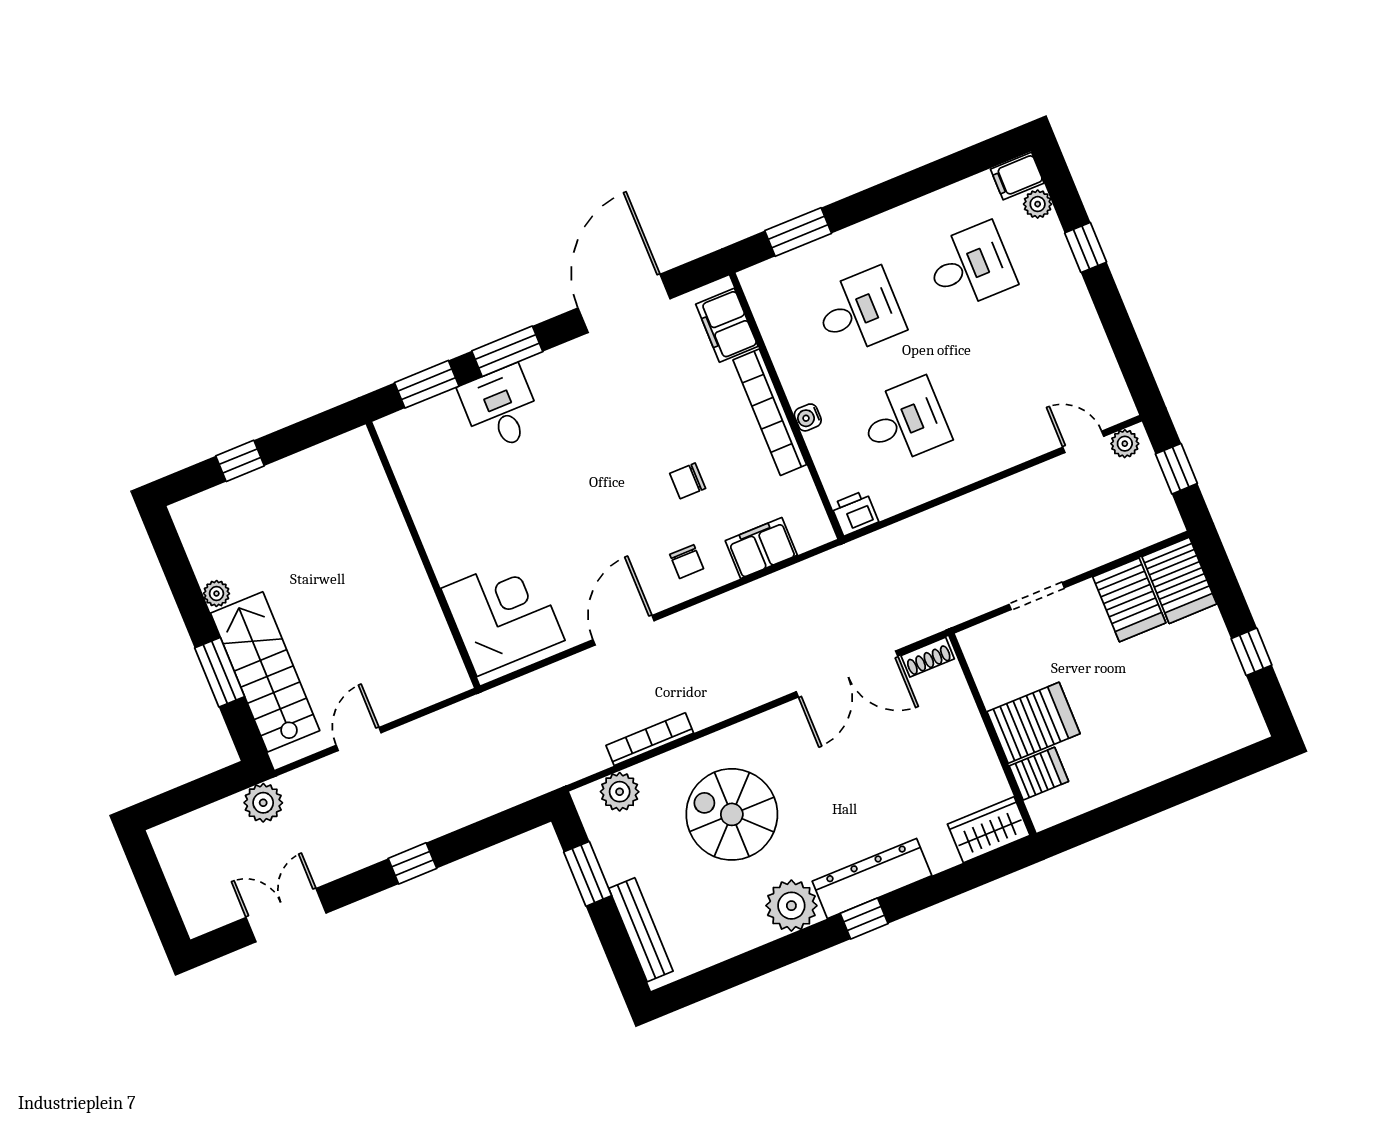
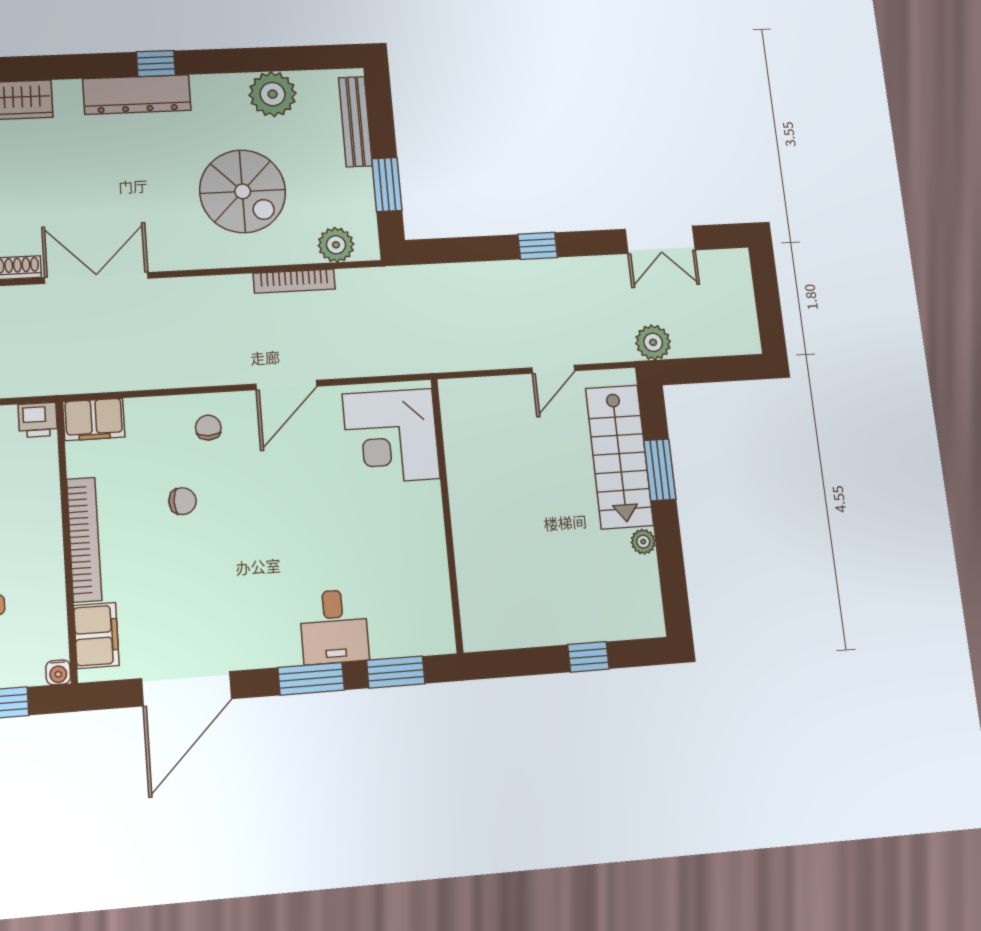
water cooler: (808, 417) -> (58, 672), moved, turned 90
filing cabinet: (761, 548) -> (94, 419), moved
plant: (791, 906) -> (273, 94), moved

